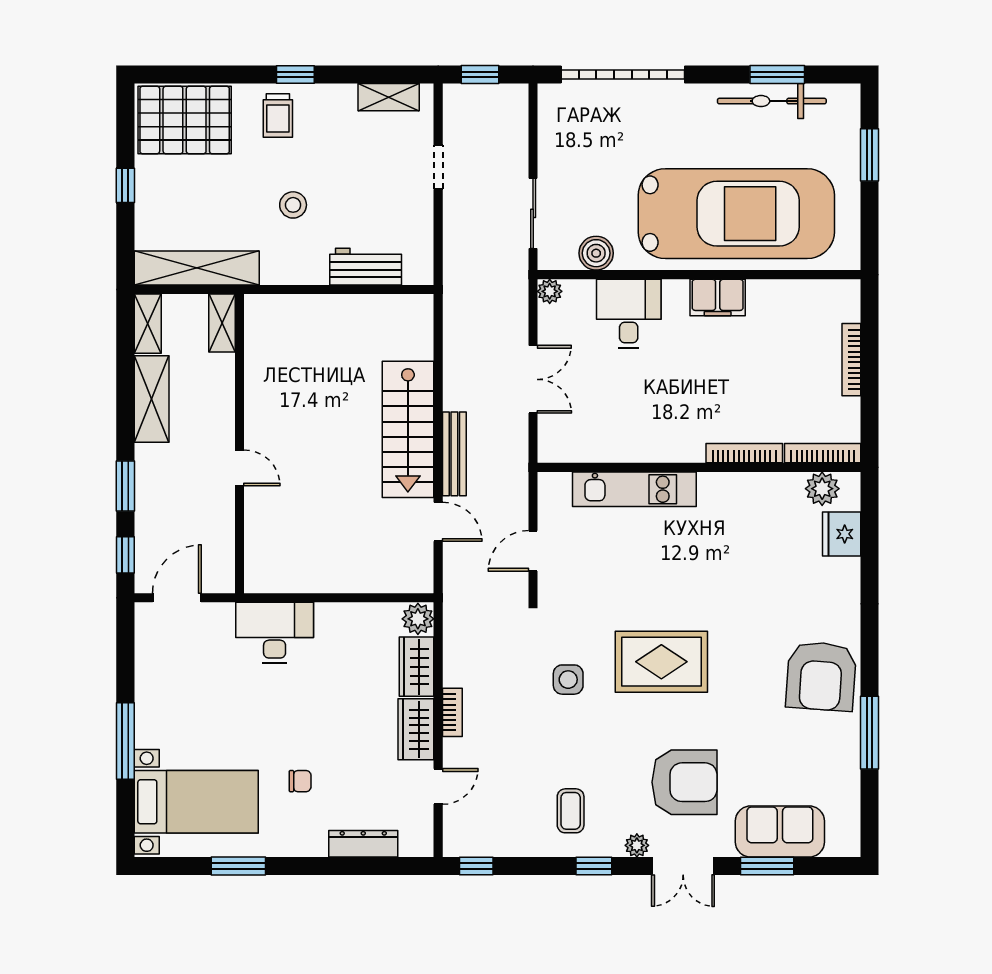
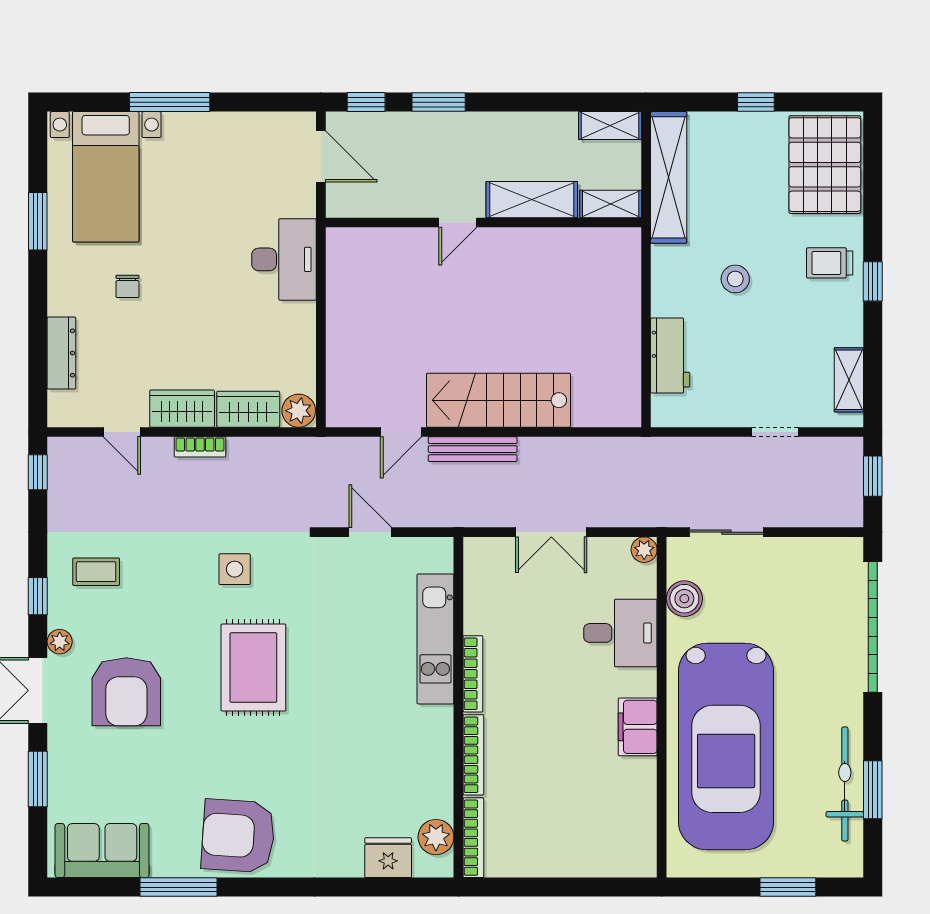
bookcase: (851, 360) -> (473, 674), moved, turned 90
shelving: (152, 399) -> (532, 200), moved
sofa: (780, 832) -> (102, 851), moved, turned -90

